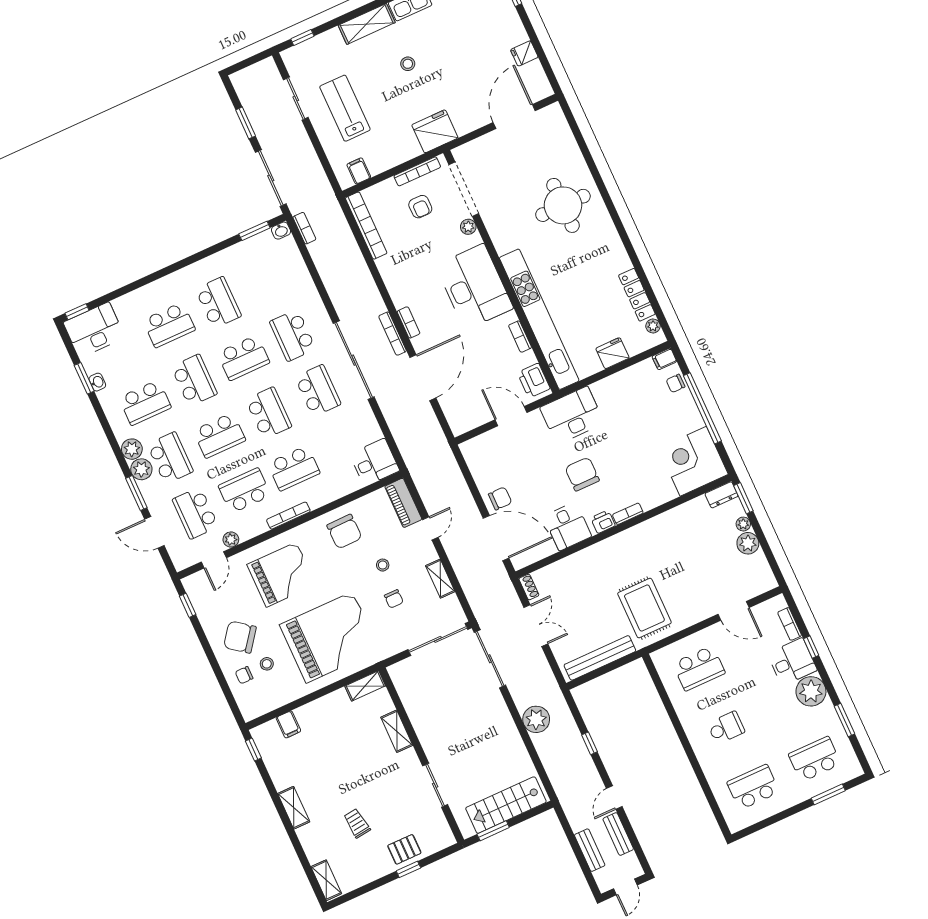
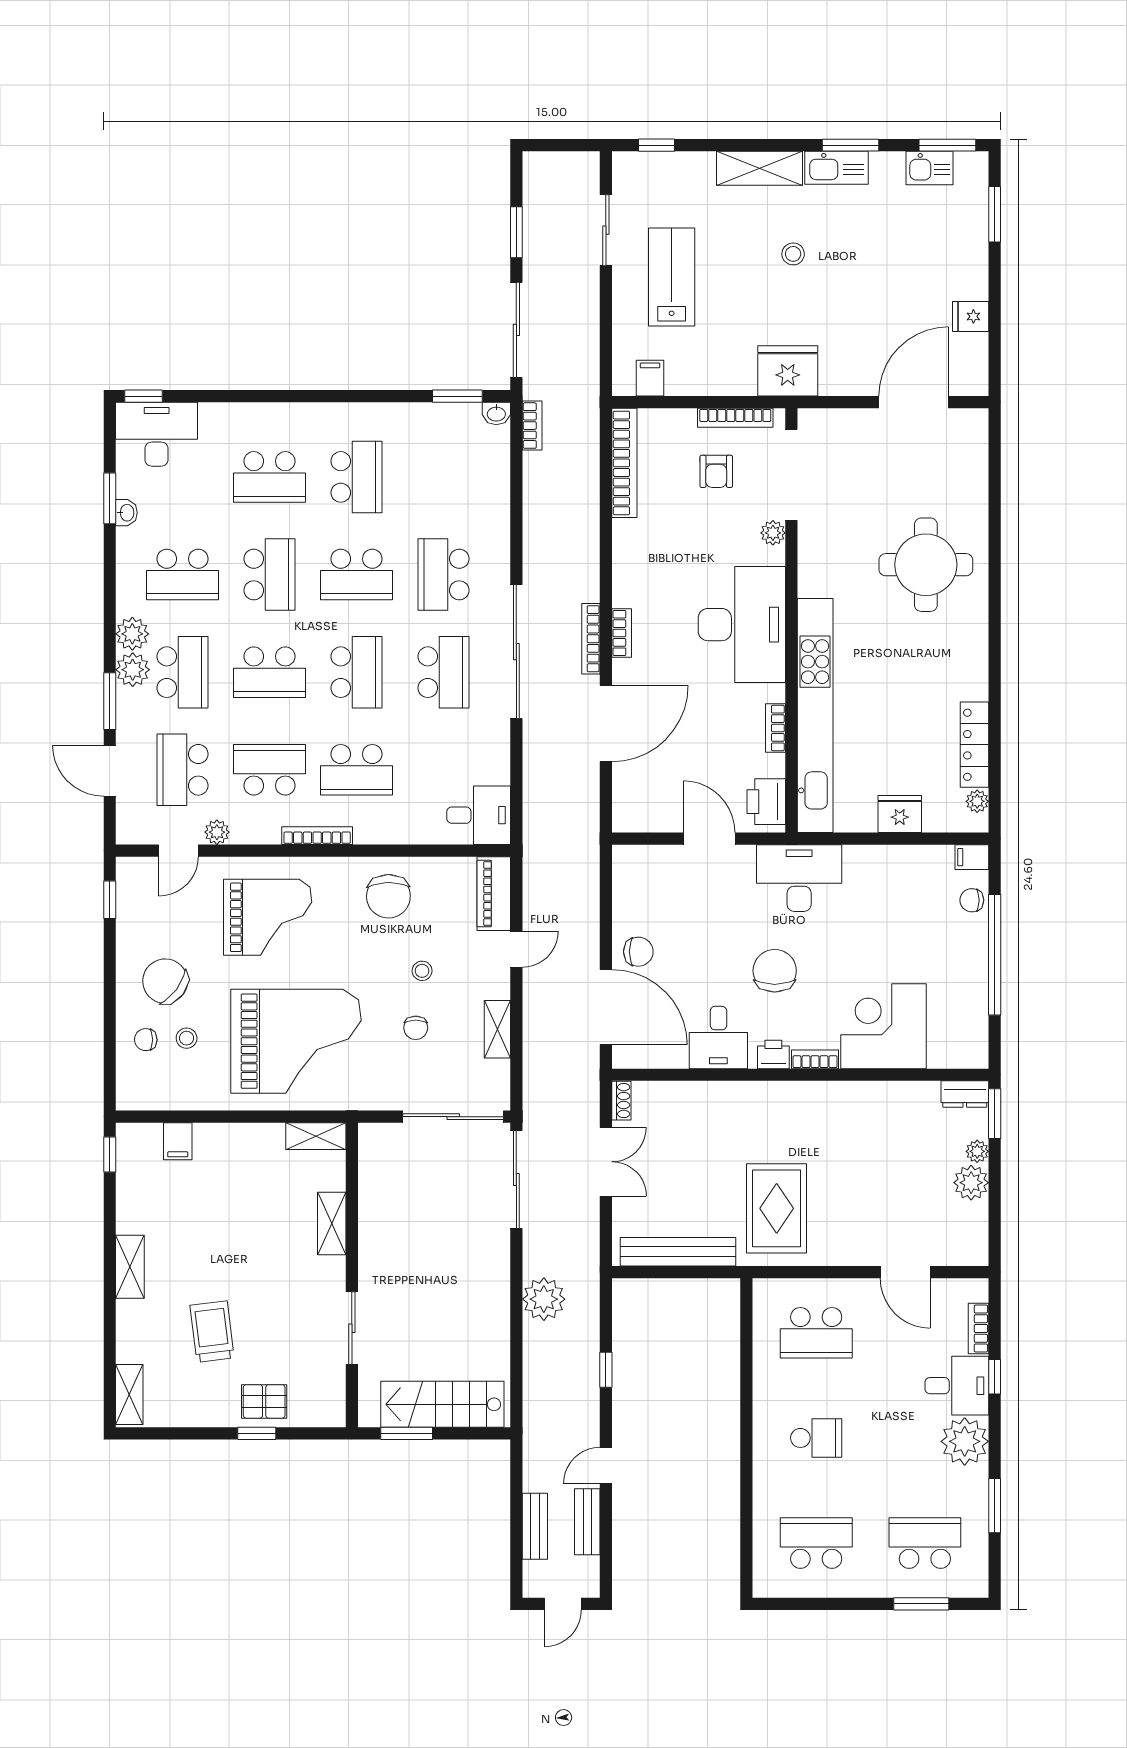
corner desk: (693, 461) -> (883, 1026), moved
trolley: (357, 823) -> (212, 1332), width x1.36, depth x1.39

